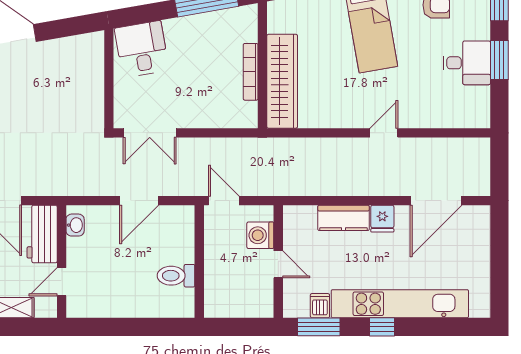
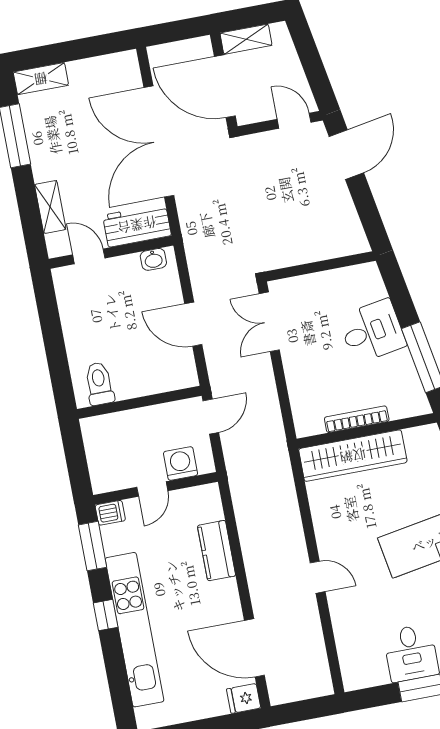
desk: (142, 49) -> (372, 331), moved
fridge: (382, 219) -> (244, 698), moved
toilet: (176, 276) -> (99, 384), moved
dishwasher: (320, 306) -> (110, 513), moved

